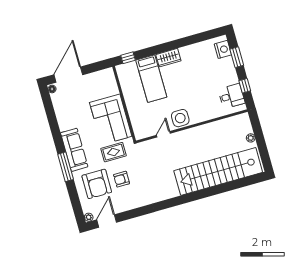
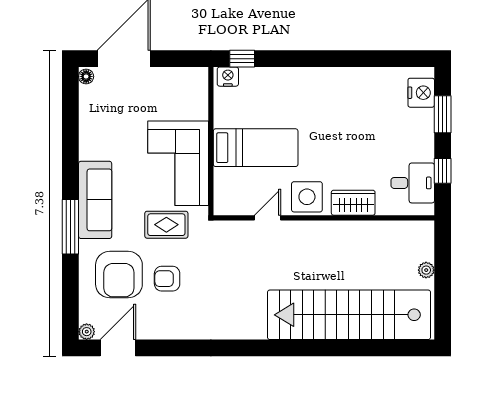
wardrobe: (168, 58) -> (353, 203), moved, turned 180
nightstand: (123, 69) -> (228, 77), added
bed: (151, 79) -> (256, 148), moved, turned -90

